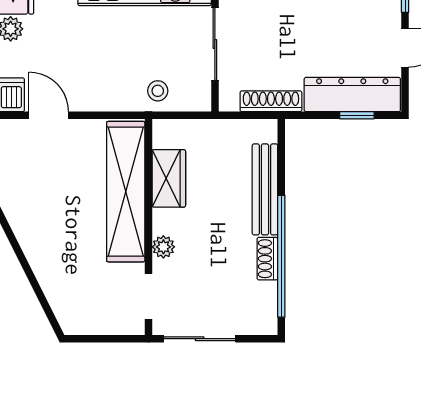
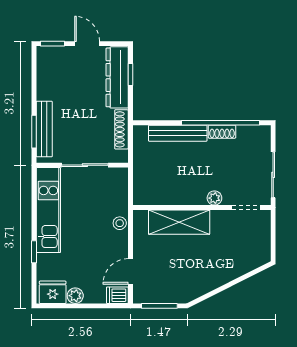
stool: (158, 91) -> (120, 223), moved
wardrobe: (169, 178) -> (171, 195), removed
shelving: (126, 192) -> (179, 222), width x0.68

